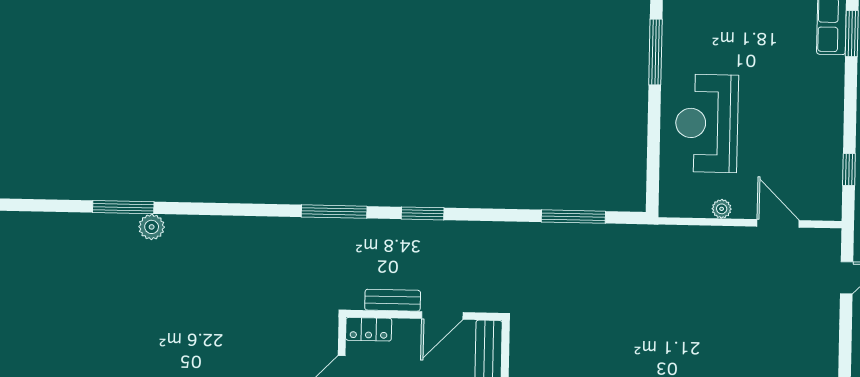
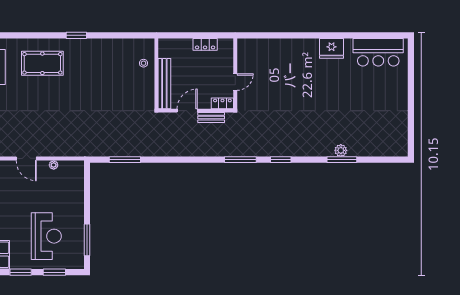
reception desk: (707, 123) -> (46, 236), moved
window: (423, 213) -> (281, 160), moved
plant: (152, 227) -> (341, 150), moved

